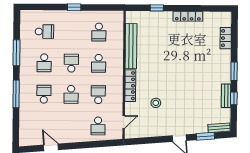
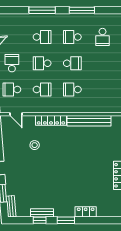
school desk: (99, 32) -> (12, 63), moved, turned 90
locker: (226, 38) -> (86, 212), moved

